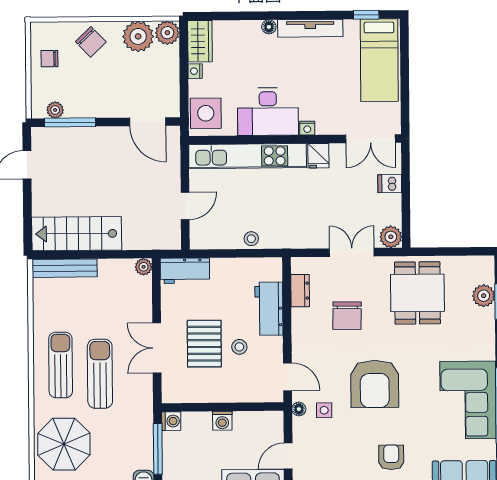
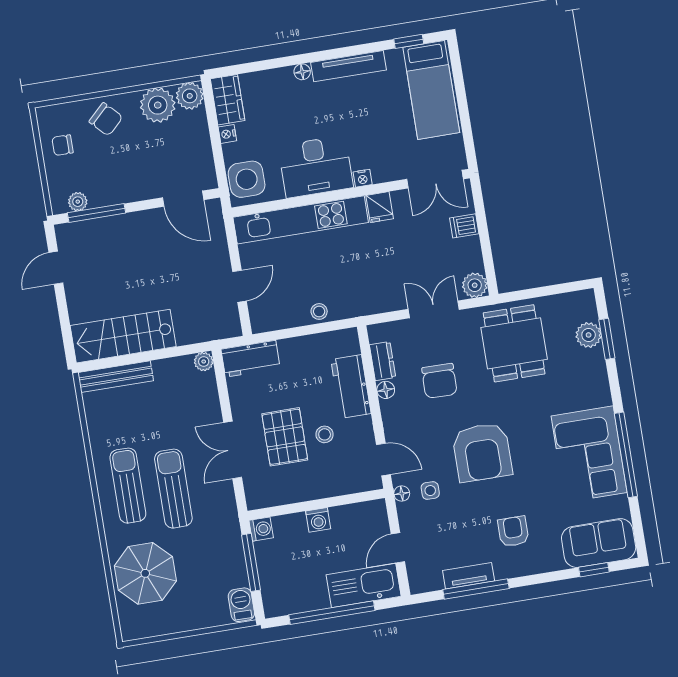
floor lamp: (299, 316) -> (386, 390), added

